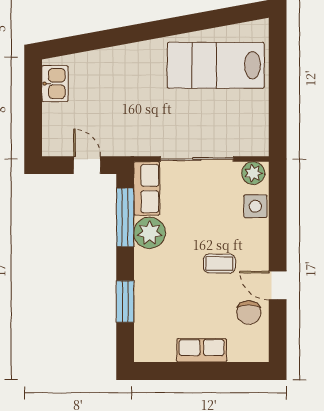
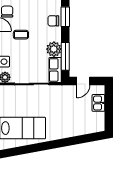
kitchen sink: (55, 84) -> (98, 103), moved
door: (87, 165) -> (83, 81), hinge flipped
chair: (151, 293) -> (53, 21), added

